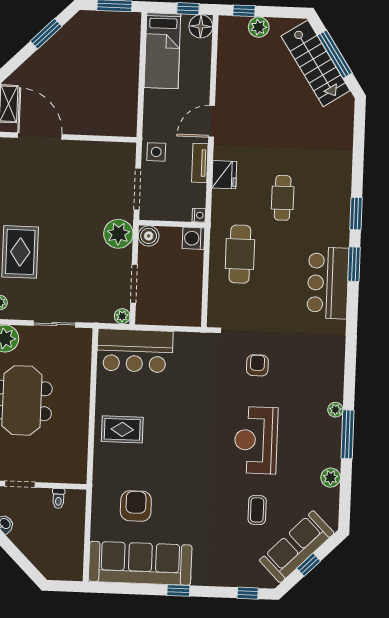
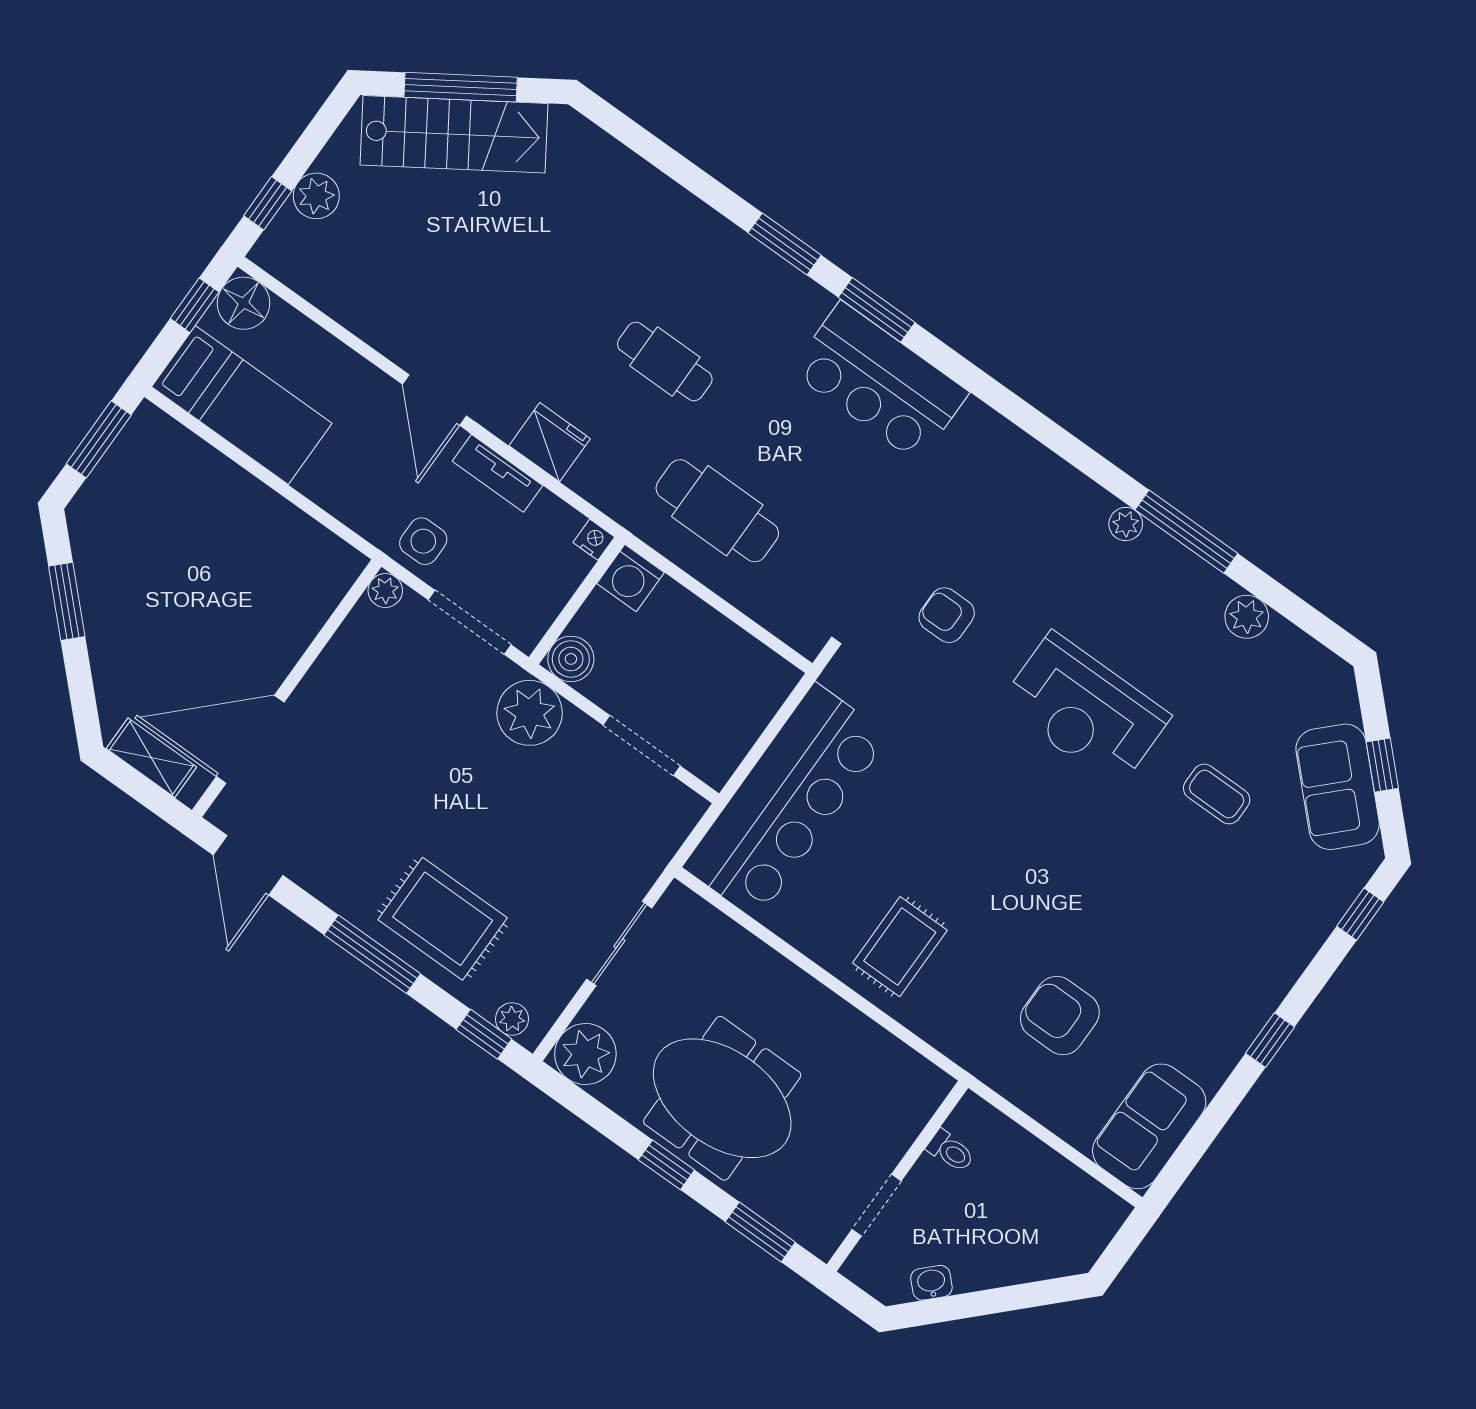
plant: (122, 316) -> (385, 590), moved
bar counter: (135, 351) -> (786, 801), width x1.36
sofa: (297, 547) -> (1338, 787), width x0.73
sofa: (140, 563) -> (1149, 1126), width x0.54, depth x0.79

